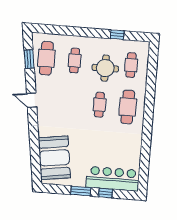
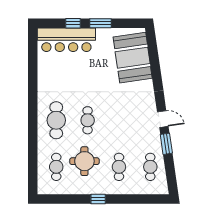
window: (117, 35) -> (98, 199), moved
cafe table: (46, 58) -> (150, 167), width x0.73, depth x0.74
window: (29, 59) -> (166, 144), moved

